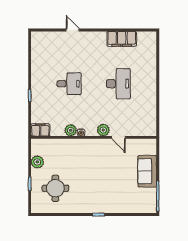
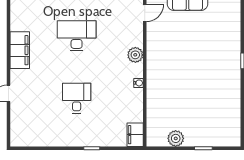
filing cabinet: (122, 39) -> (20, 50), moved
plant: (71, 130) -> (136, 96), removed
door: (118, 137) -> (145, 13), moved
round table: (55, 188) -> (209, 115), removed

